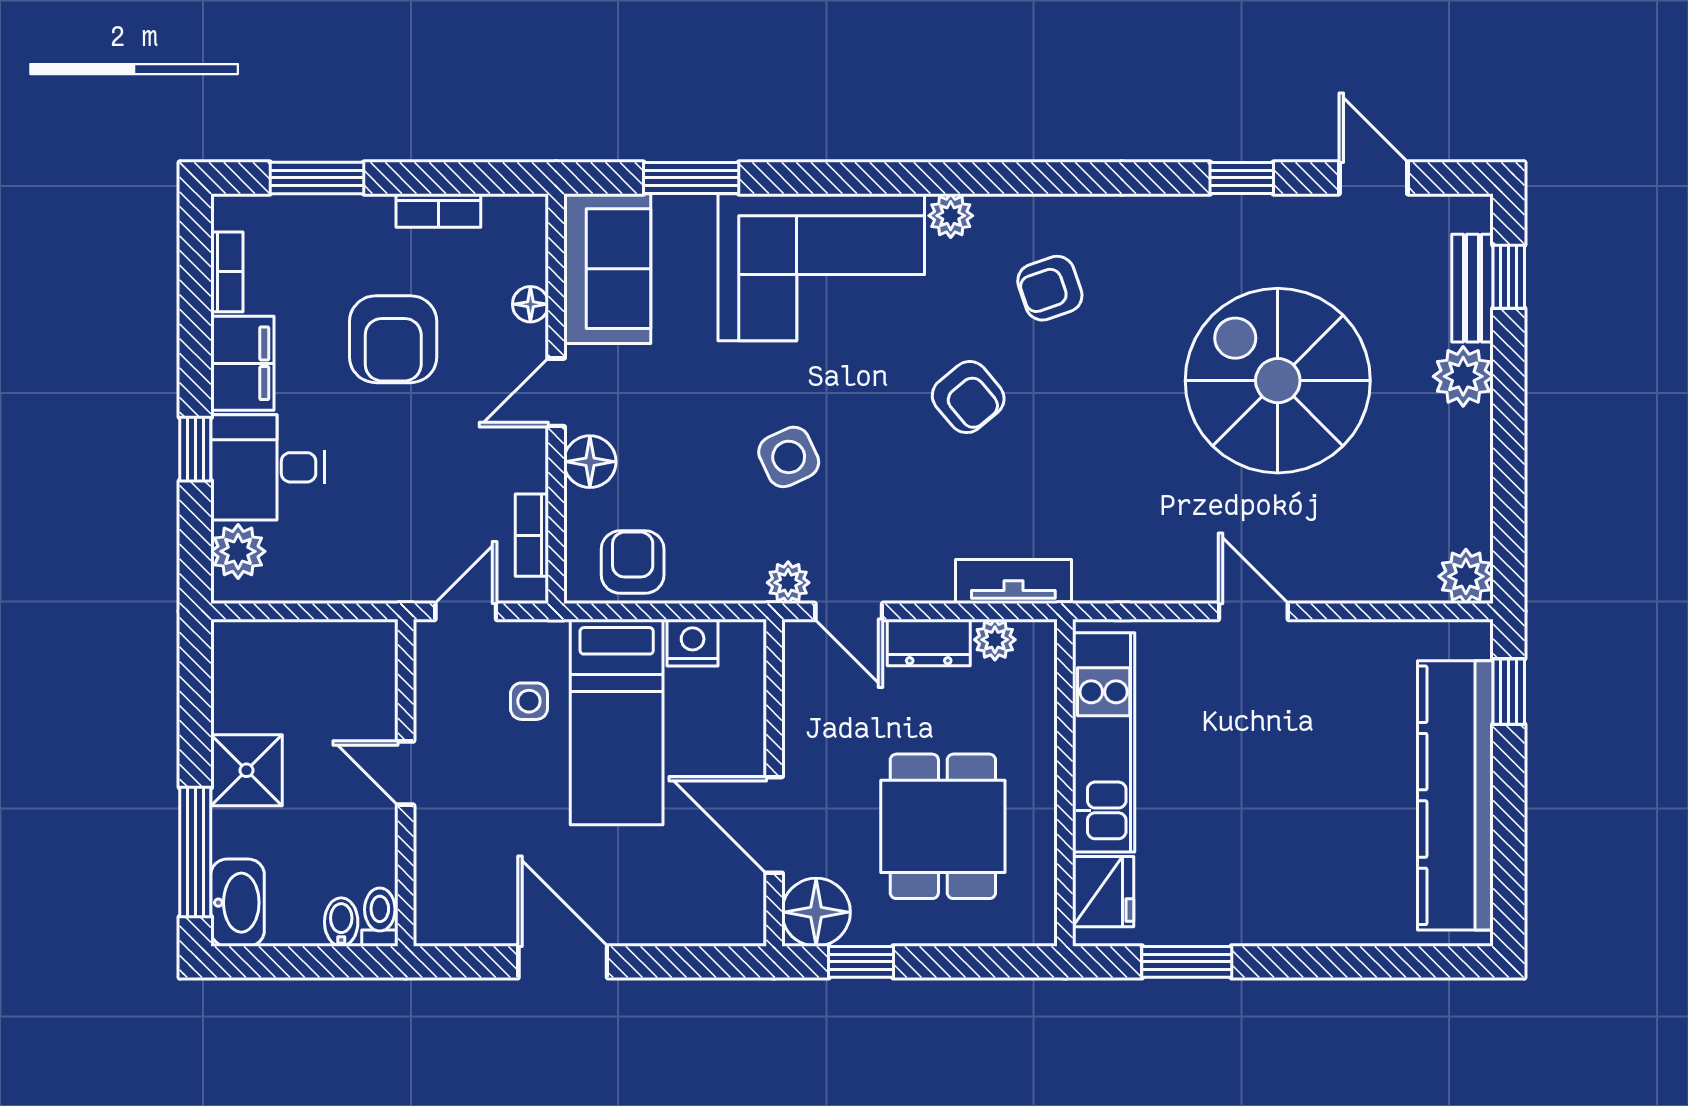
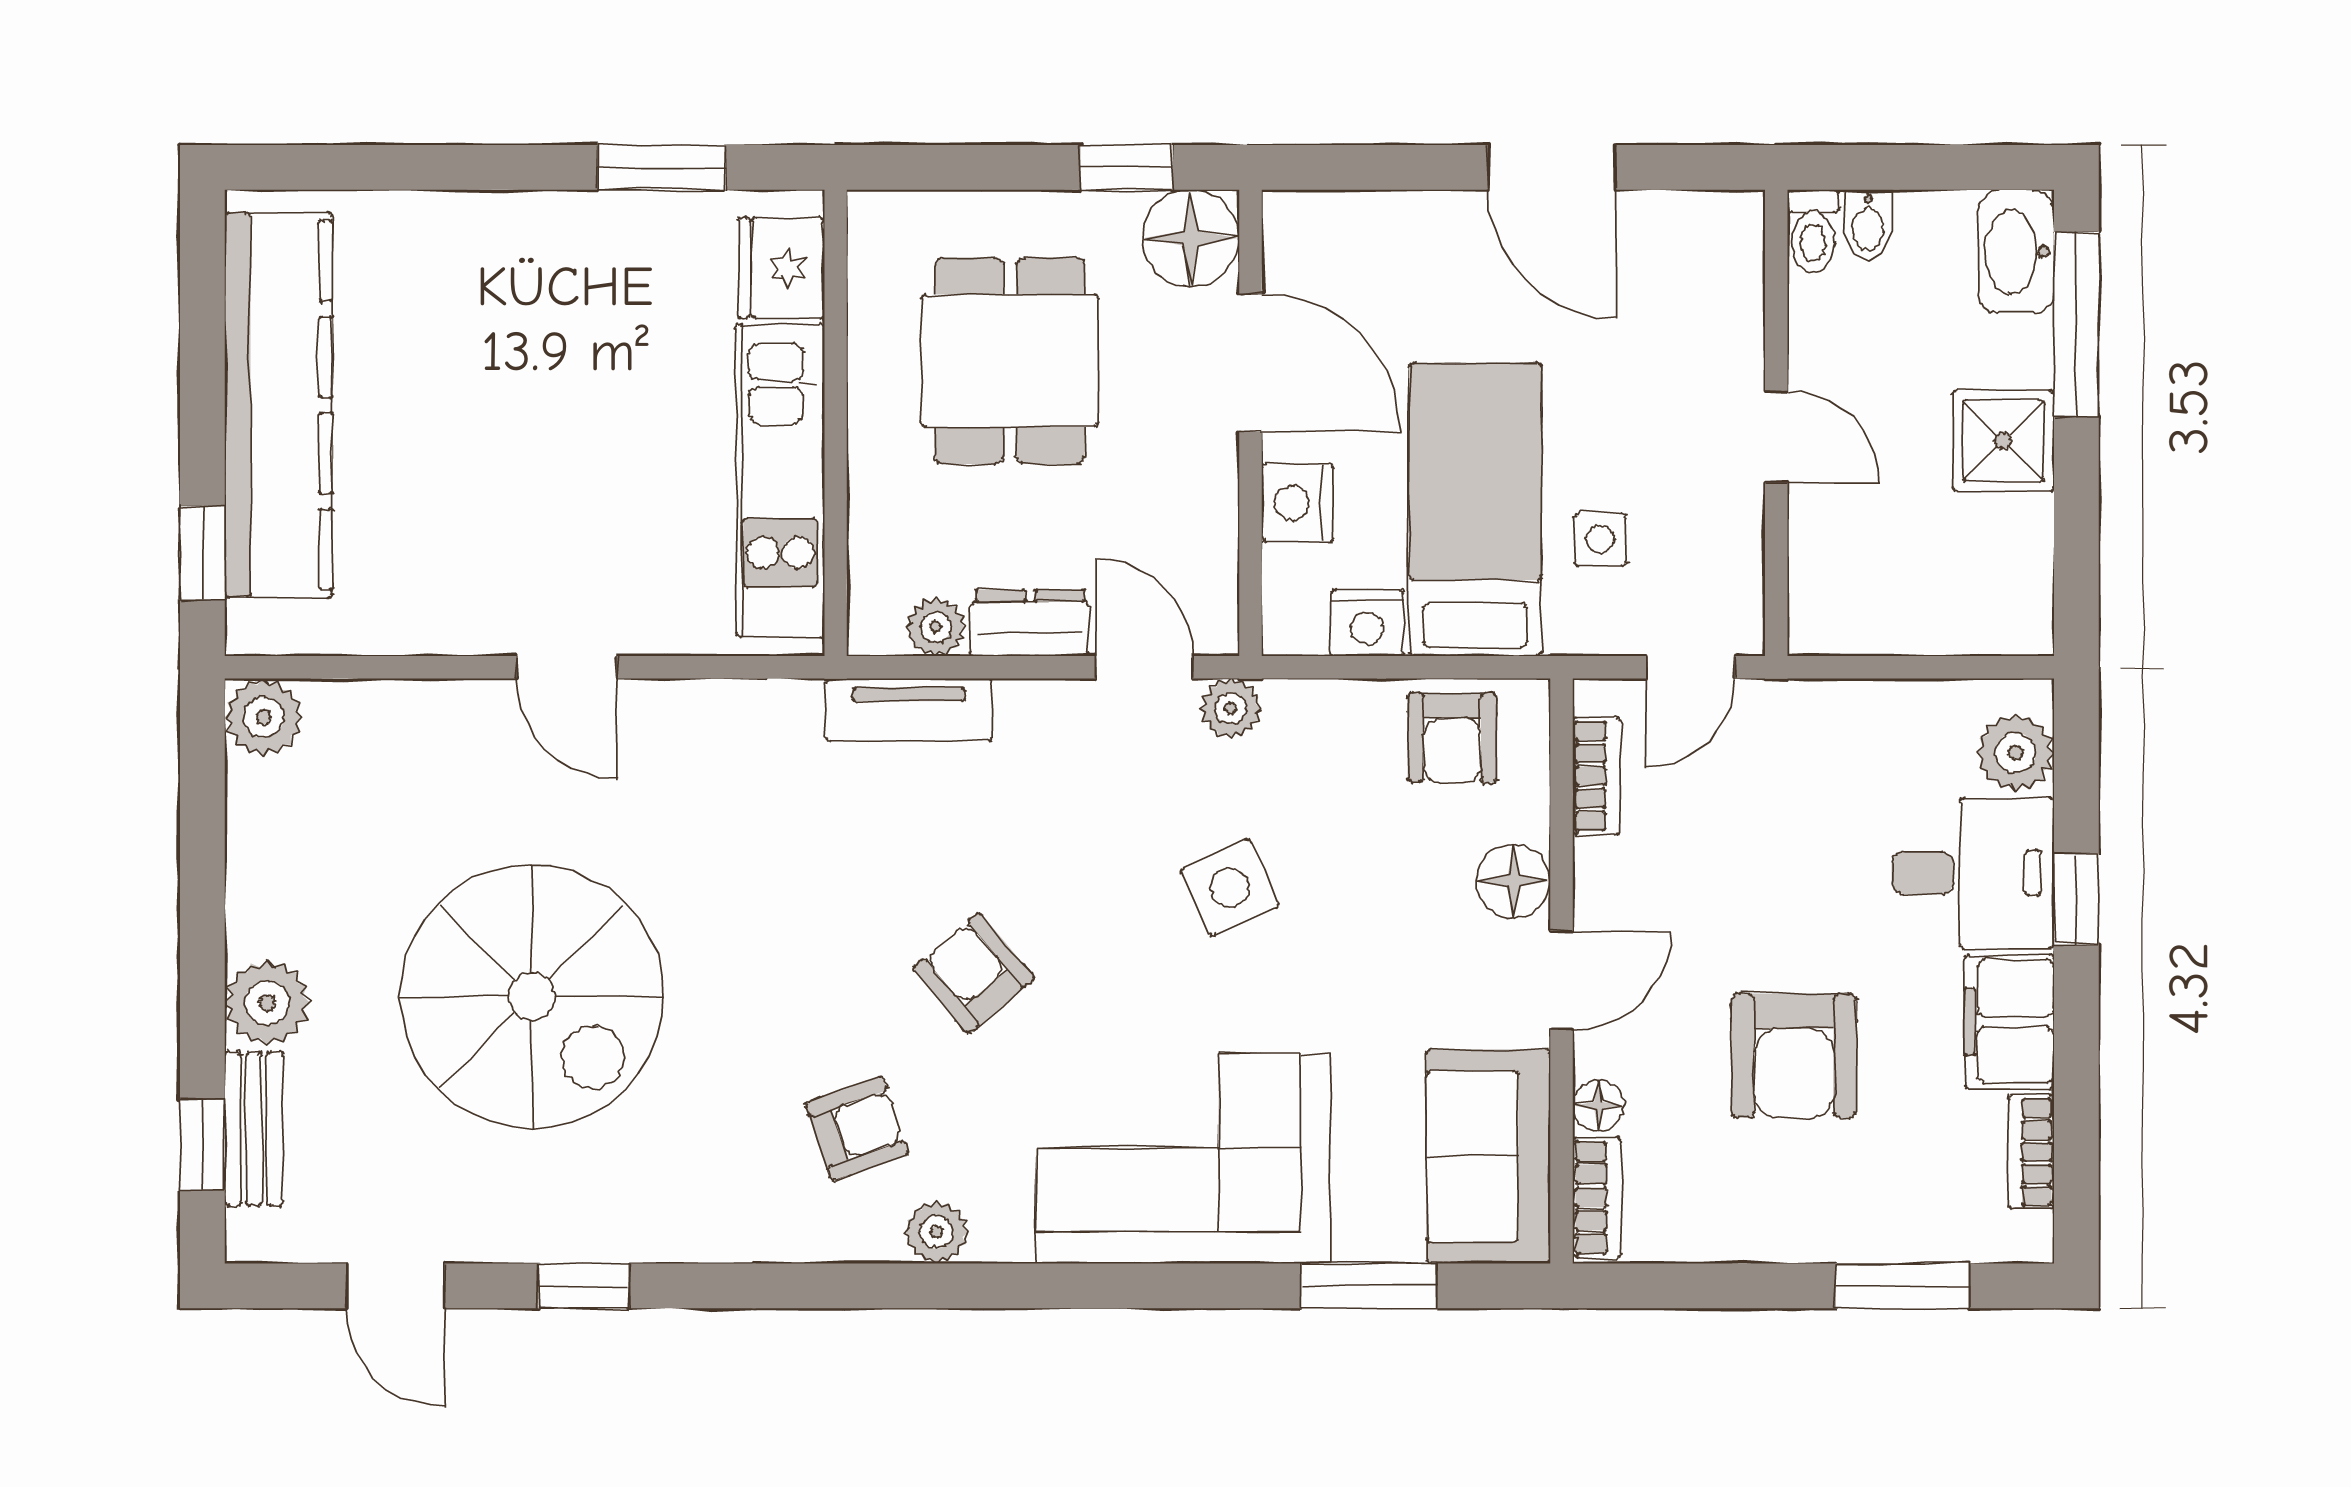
bookcase: (438, 210) -> (1597, 1197), moved, turned 90
plant: (951, 216) -> (936, 1232), moved
armchair: (393, 339) -> (1794, 1056), turned 180
nightstand: (741, 727) -> (1297, 503), added

